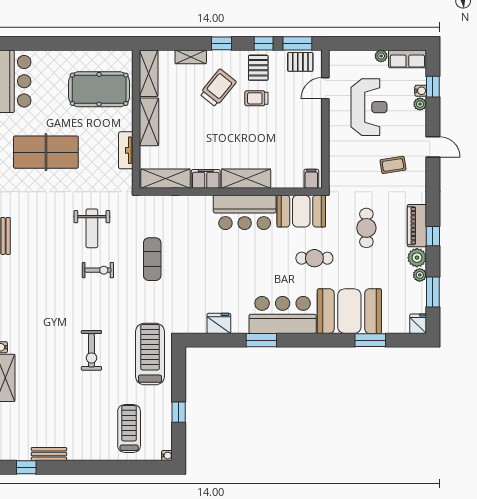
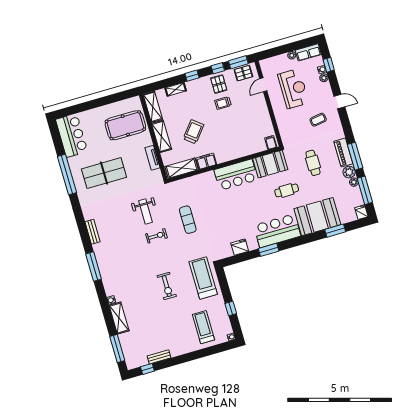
trolley: (218, 88) -> (193, 132), moved
shelving: (246, 179) -> (231, 154), removed
window: (433, 236) -> (355, 156), width x2.17
window: (433, 292) -> (365, 190), width x1.44

